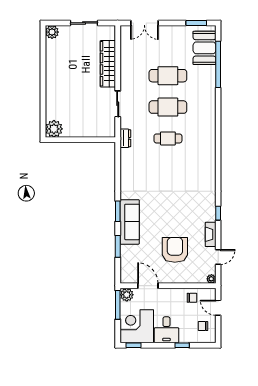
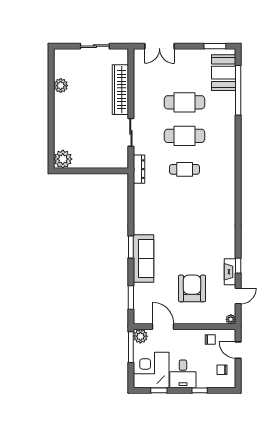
plant: (52, 32) -> (61, 86), moved
dresser: (125, 138) -> (139, 169), width x1.44
window: (218, 213) -> (238, 266), moved
window: (118, 246) -> (131, 298), moved
window: (134, 345) -> (159, 390), moved

